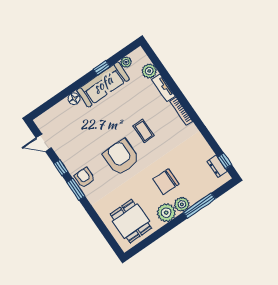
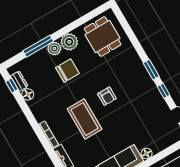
coffee table: (144, 131) -> (85, 119), width x1.86, depth x1.72
floor lamp: (207, 153) -> (28, 94), added
armchair: (121, 157) -> (107, 96), width x0.53, depth x0.53
armchair: (84, 177) -> (142, 80), removed

